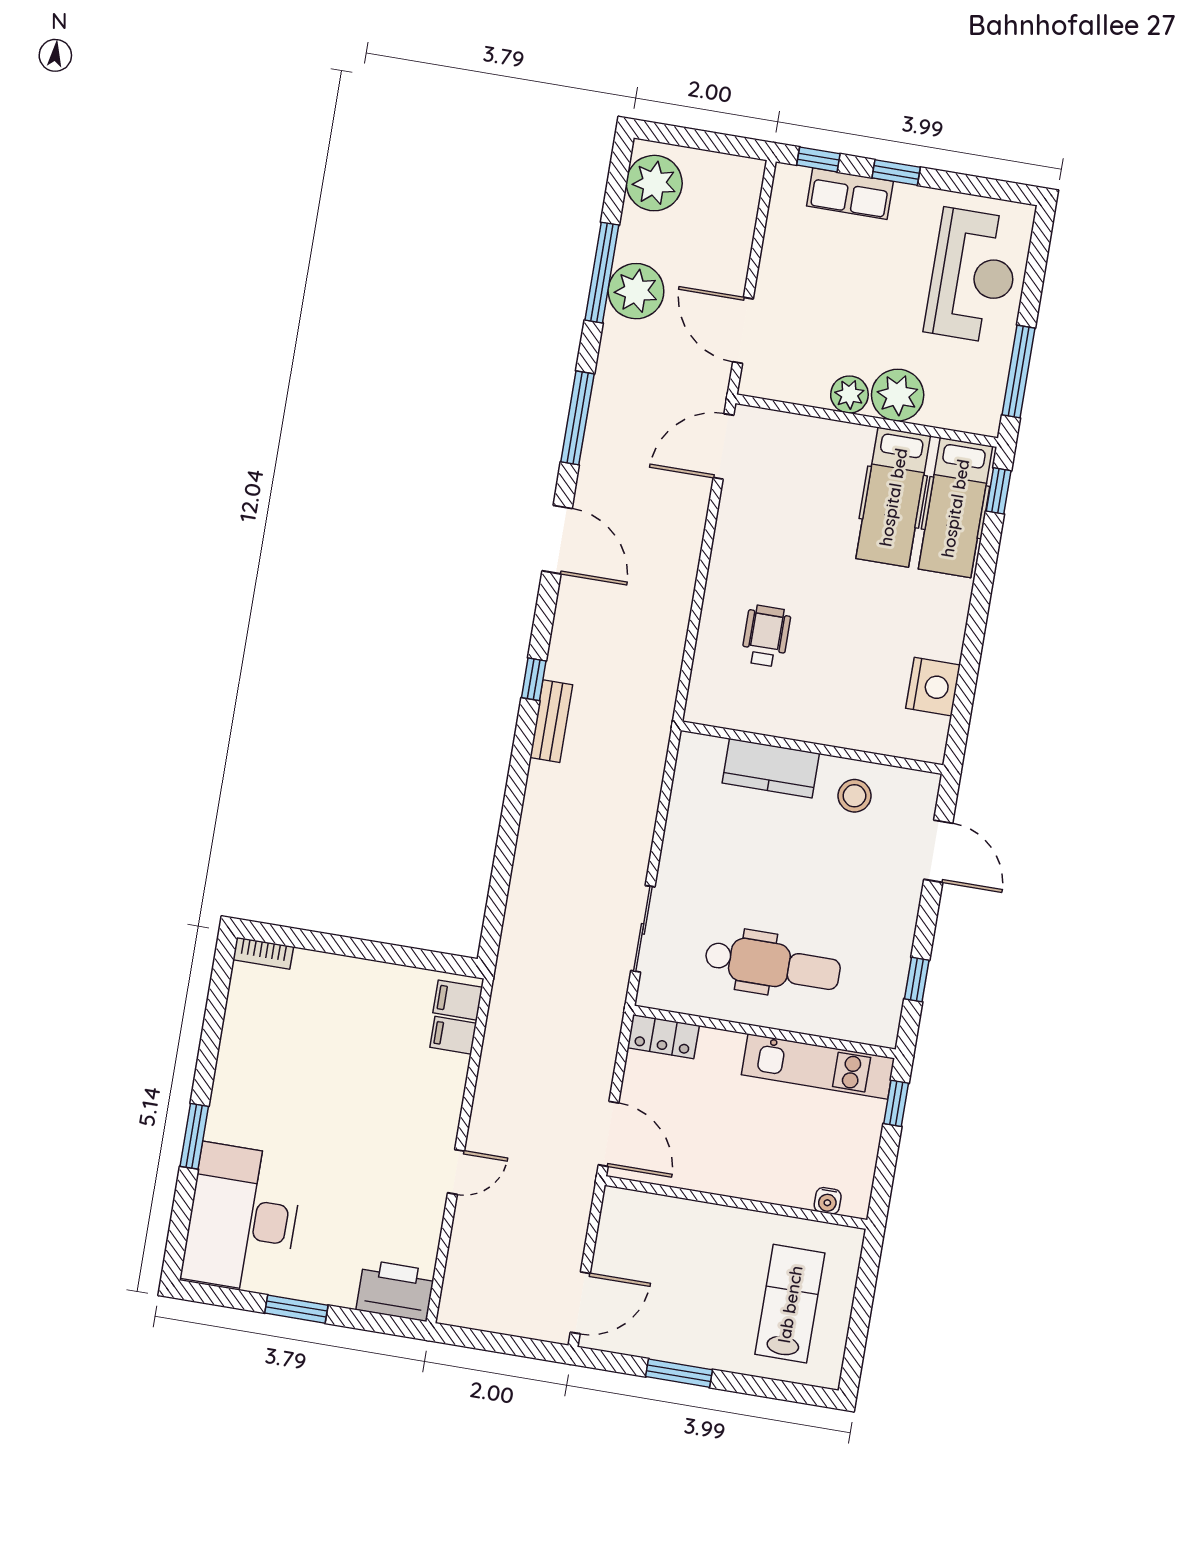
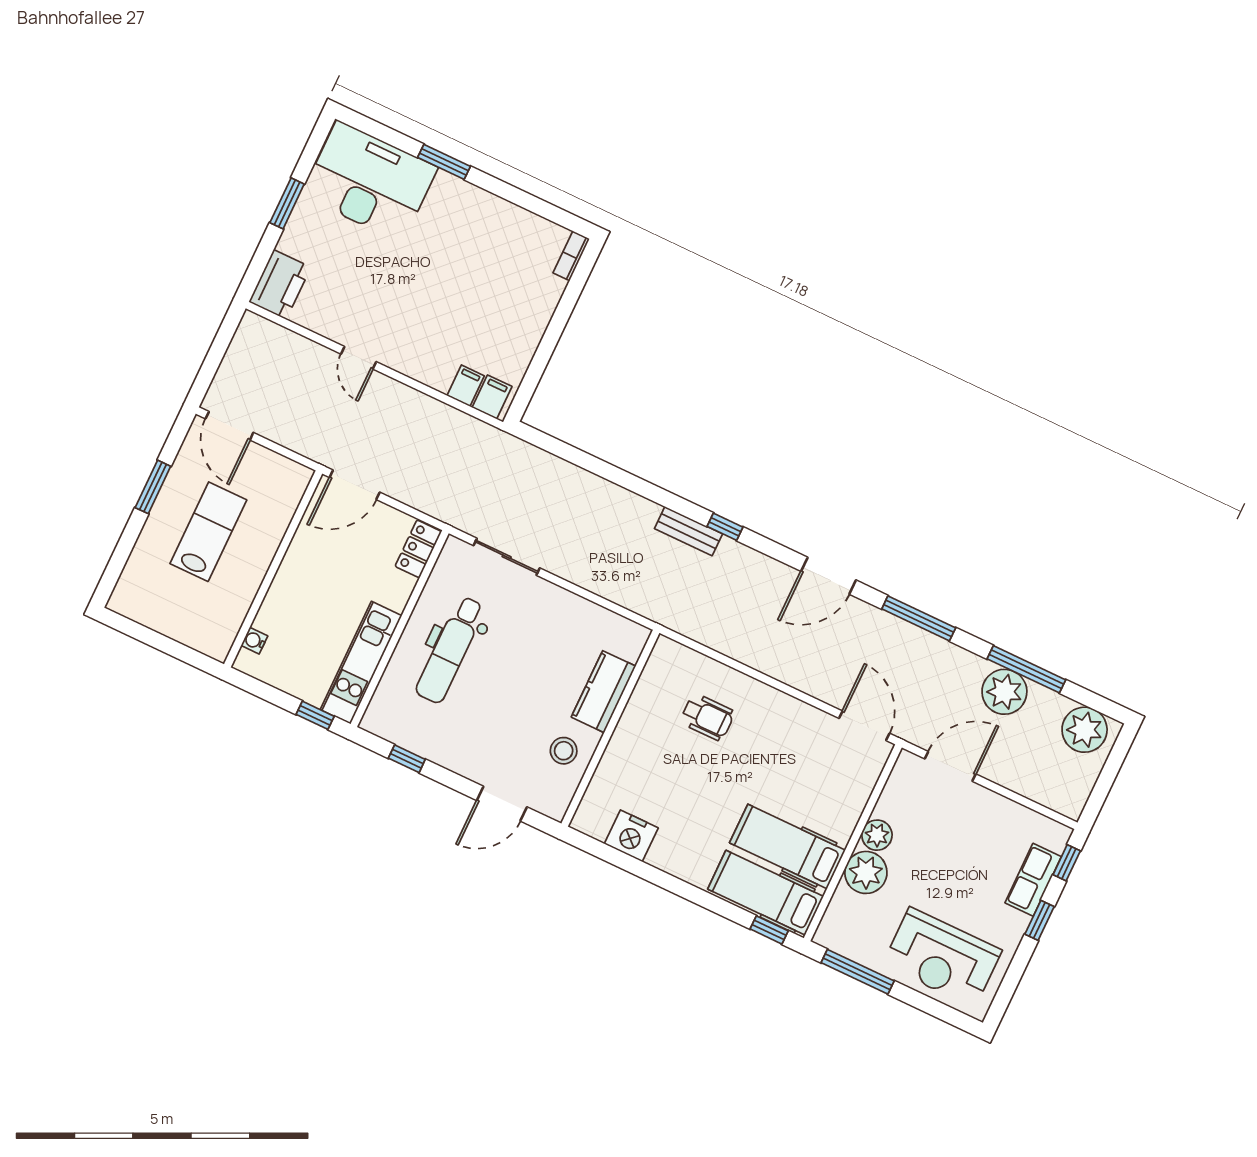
lab bench: (790, 1304) -> (208, 532), moved, turned -90

